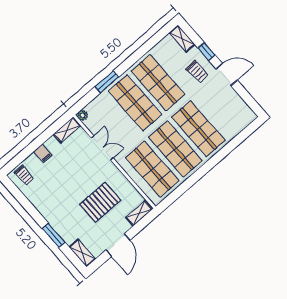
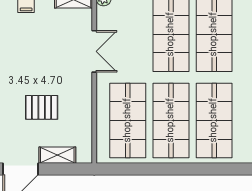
pallet: (100, 202) -> (42, 107), width x0.67, depth x0.71
shelving: (139, 213) -> (57, 155), moved

